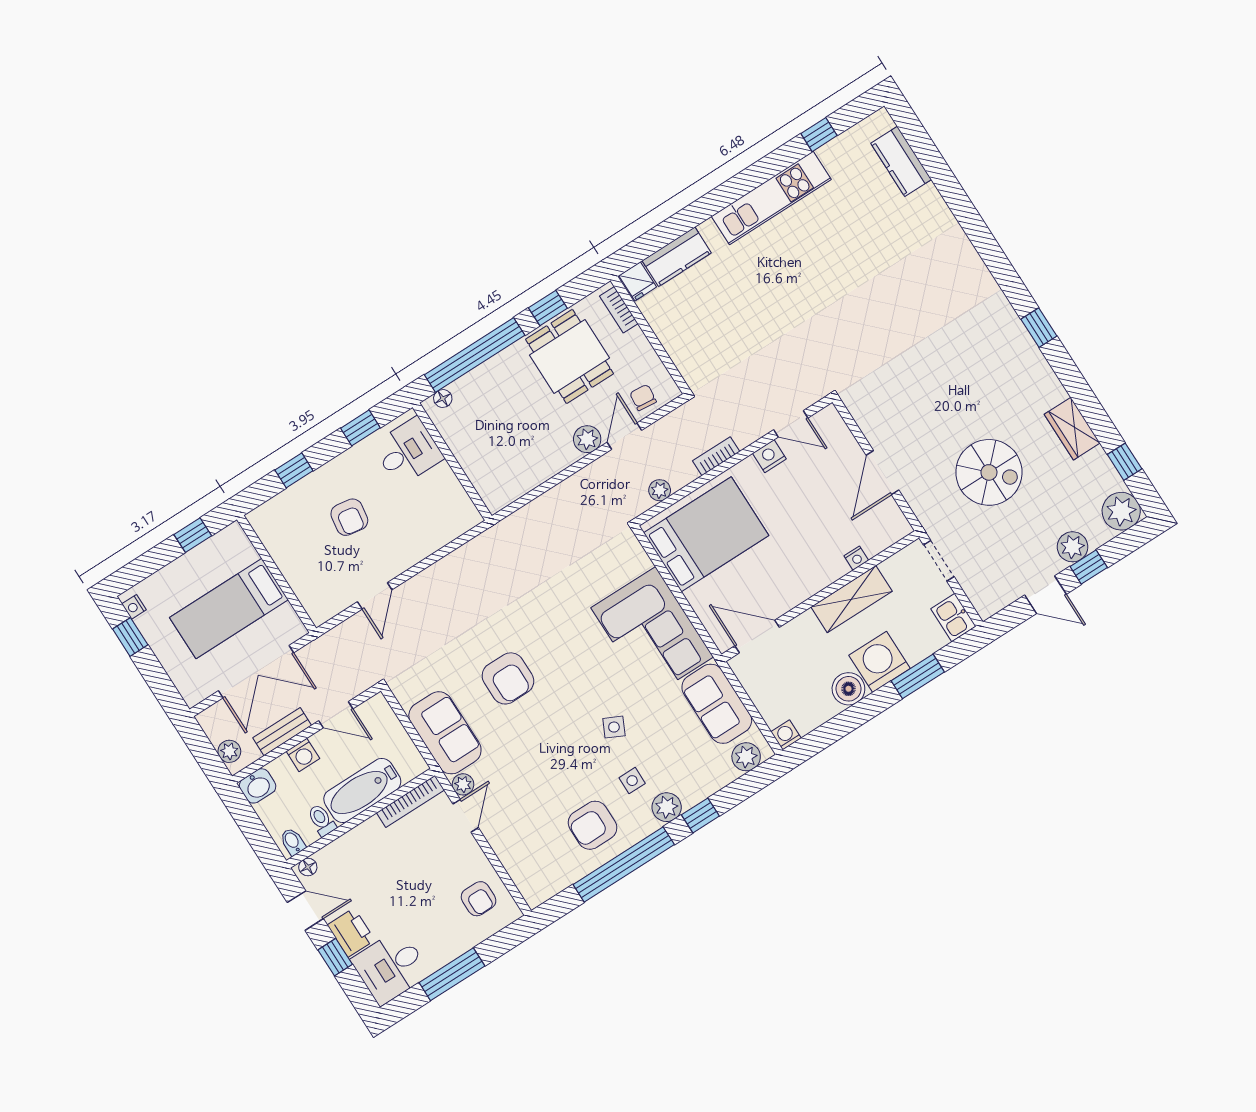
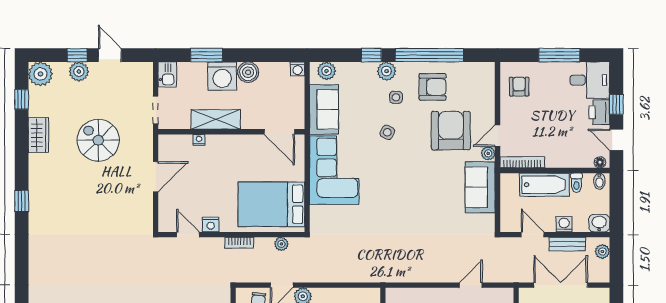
armchair: (508, 678) -> (451, 131), moved, width x1.36, depth x1.36

